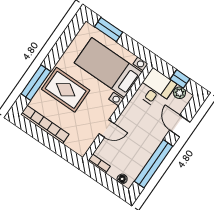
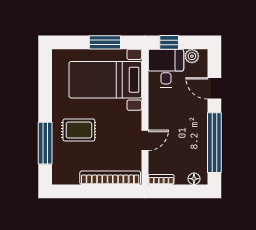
window: (109, 30) -> (105, 42), moved
window: (180, 79) -> (169, 42), moved
rug: (66, 90) -> (79, 130), width x0.73, depth x0.70
bookcase: (45, 124) -> (110, 178), moved

